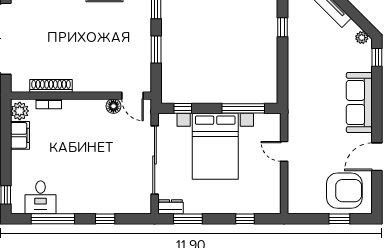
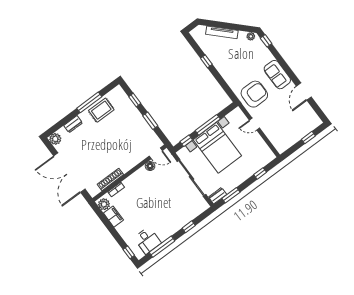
sofa: (359, 102) -> (277, 75), width x0.73
window: (243, 108) -> (208, 125), moved
armchair: (344, 191) -> (254, 94), moved

